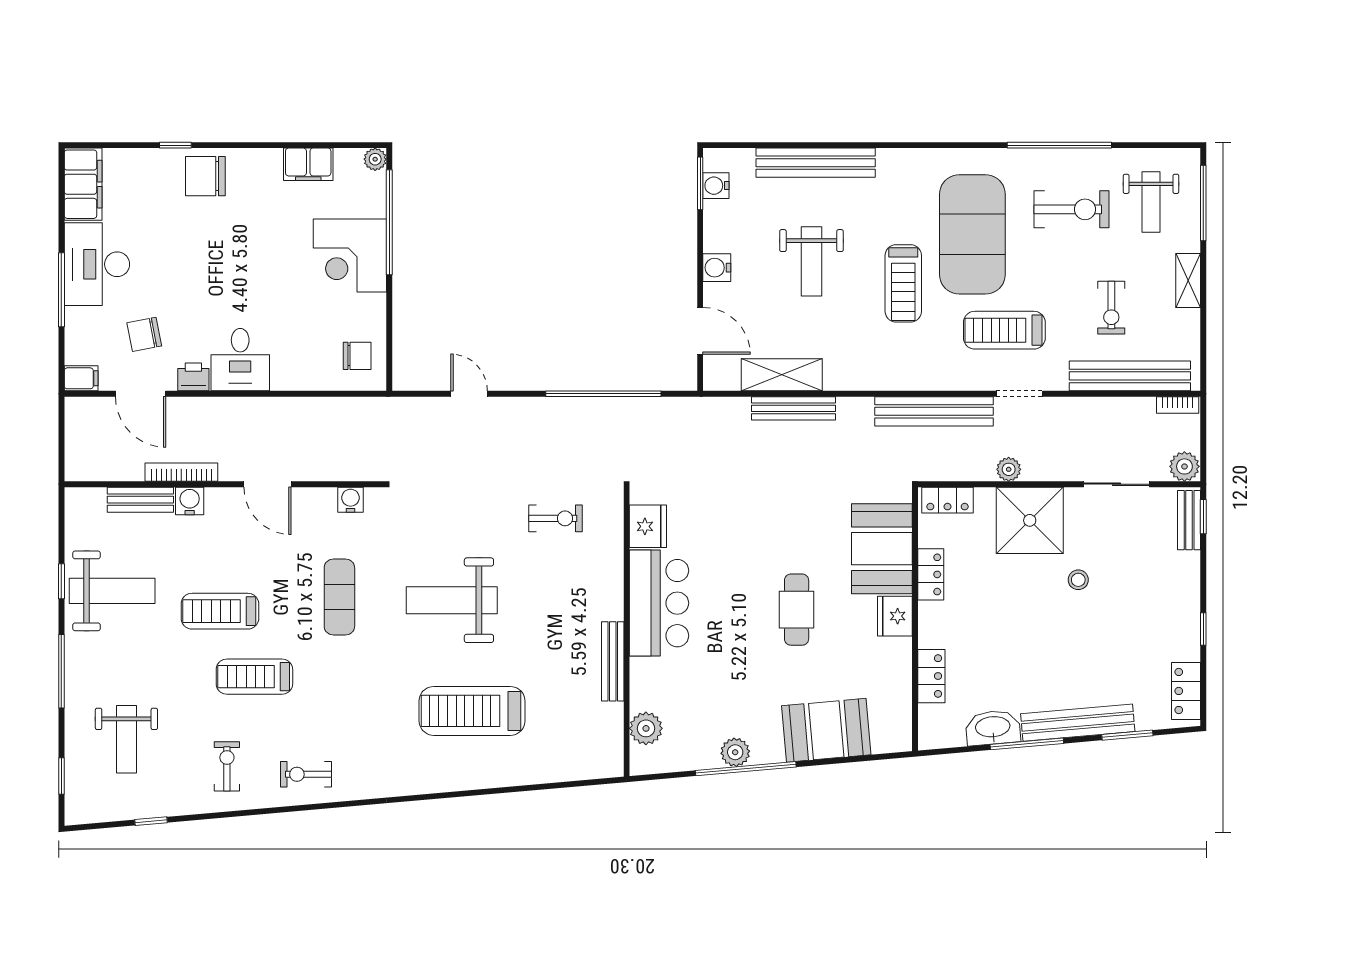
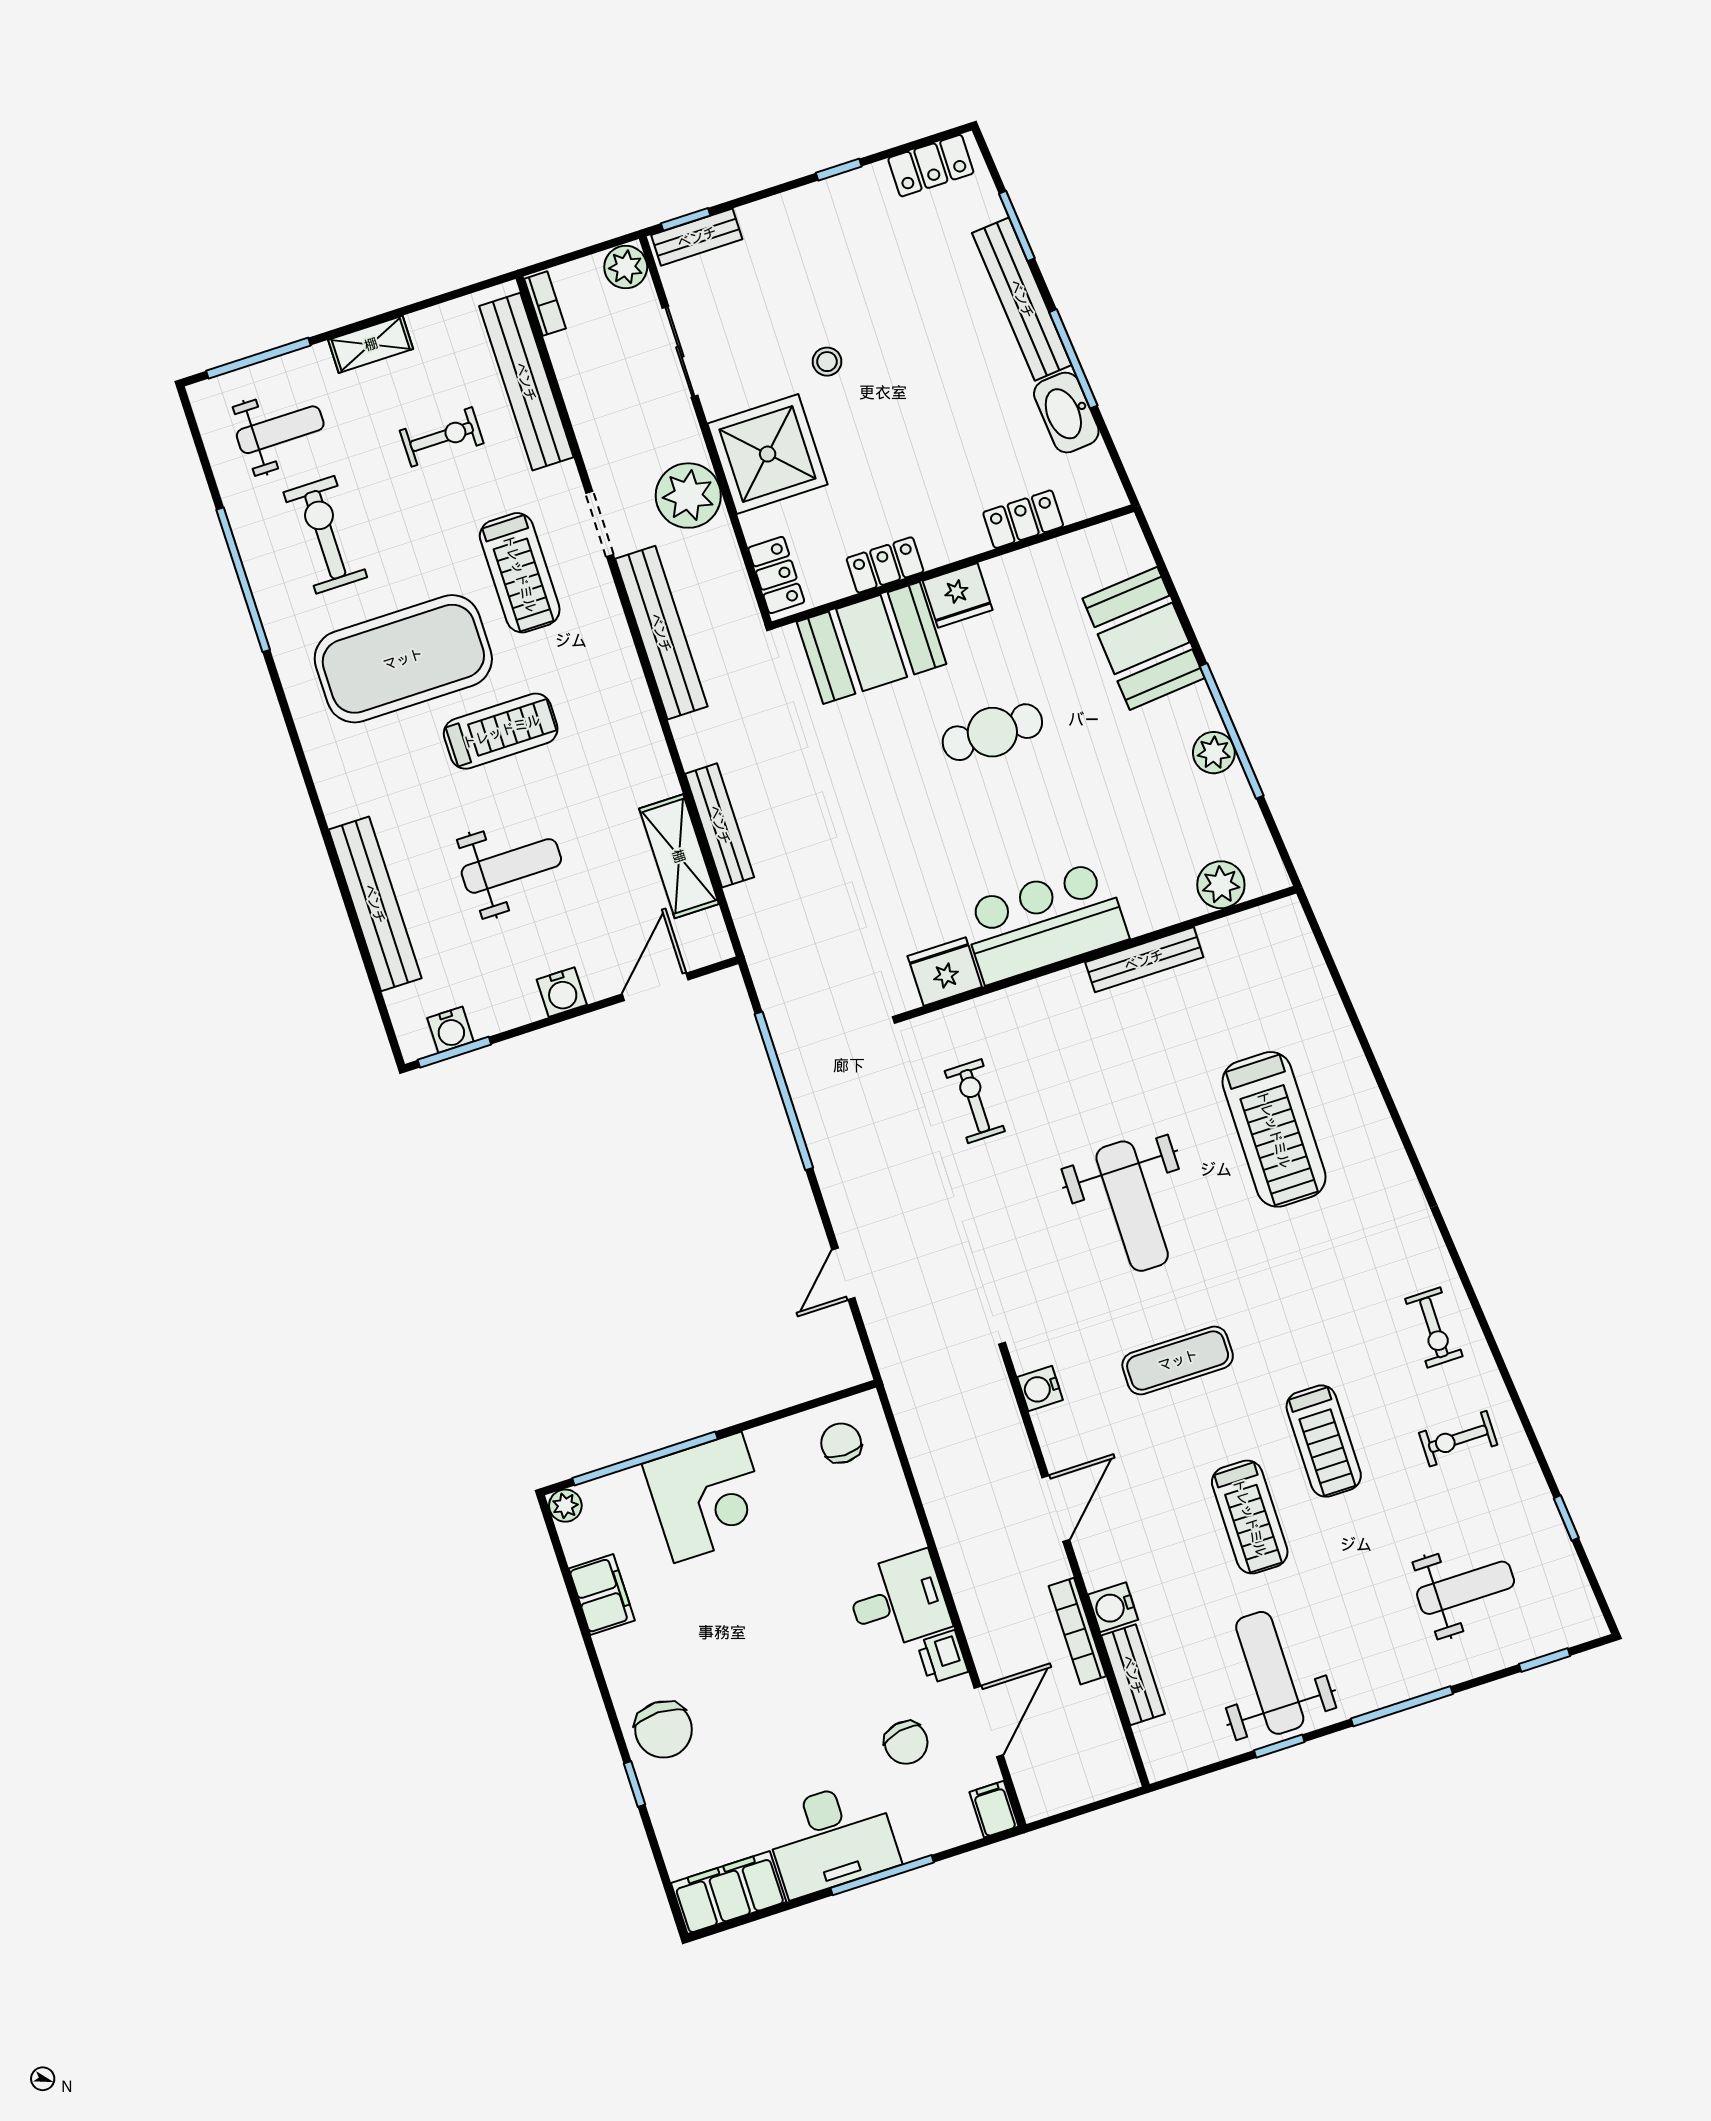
plant: (1009, 469) -> (688, 496), width x1.87, depth x1.87

